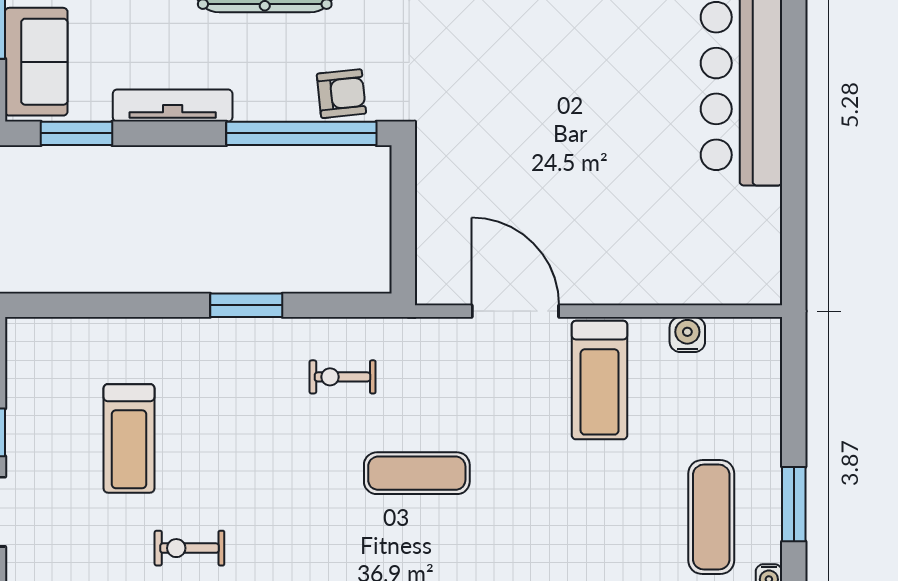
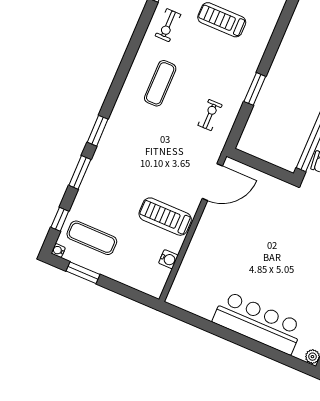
door: (515, 311) -> (212, 182), moved
exercise mat: (417, 473) -> (160, 83), moved
exercise bike: (189, 548) -> (168, 25), turned 180

